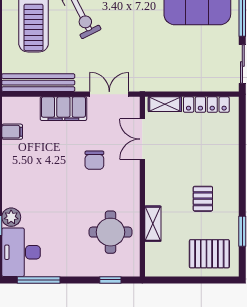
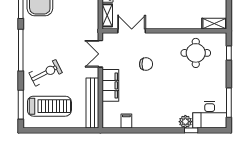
double door: (142, 139) -> (132, 31), swing flipped
shelving: (153, 224) -> (214, 24), moved

